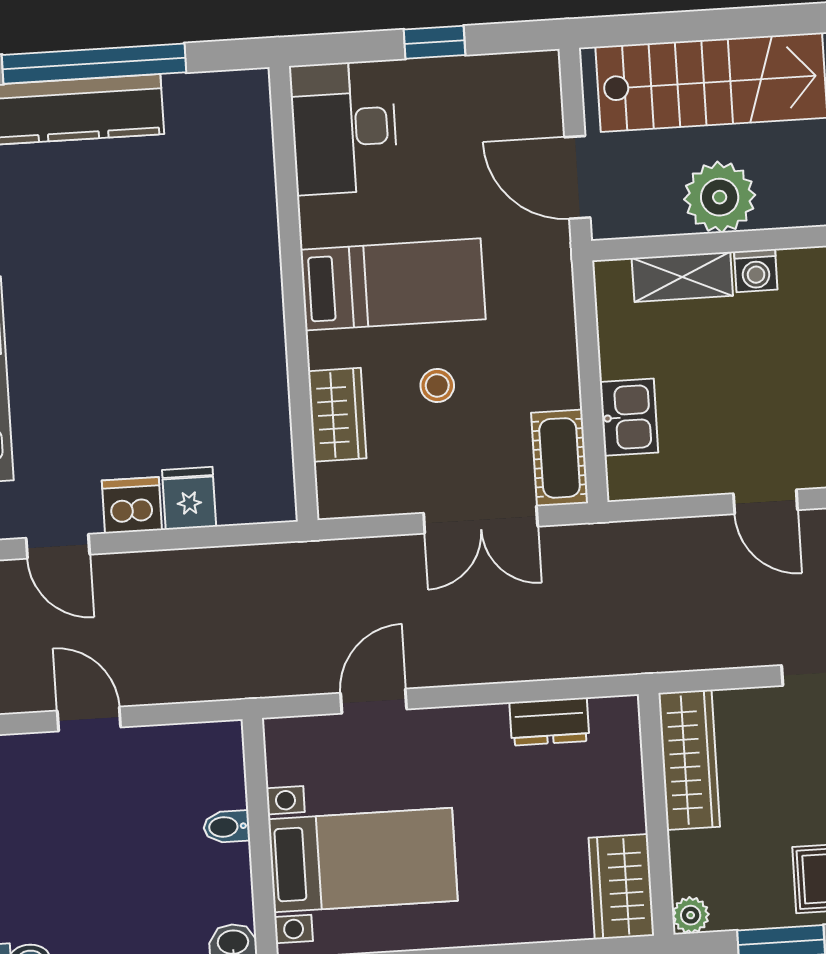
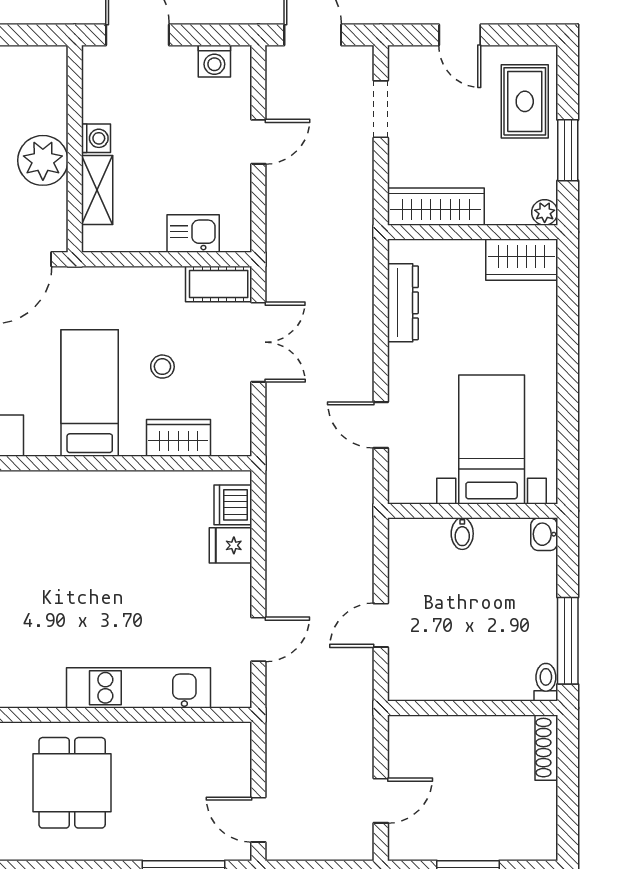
dishwasher: (132, 505) -> (233, 505), moved
dresser: (549, 722) -> (403, 303), width x1.44

